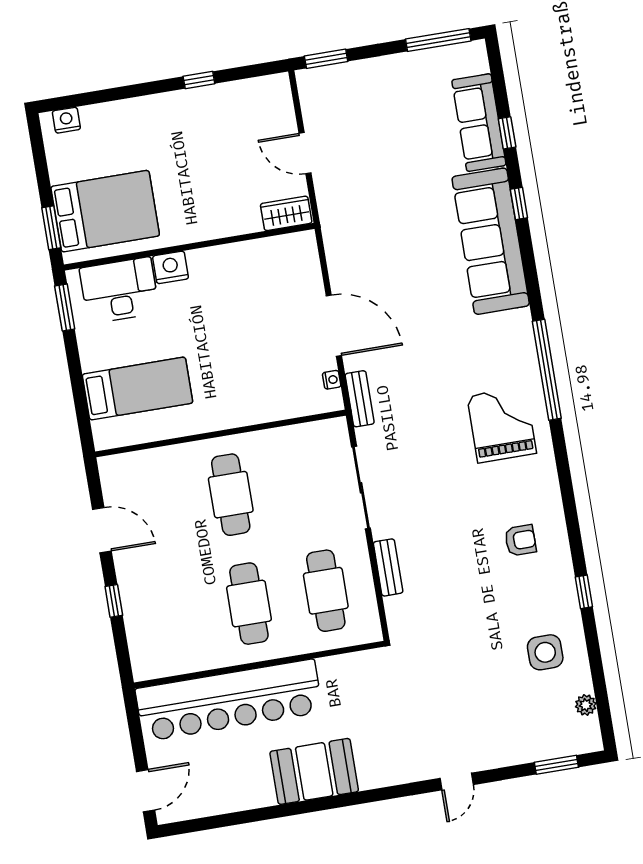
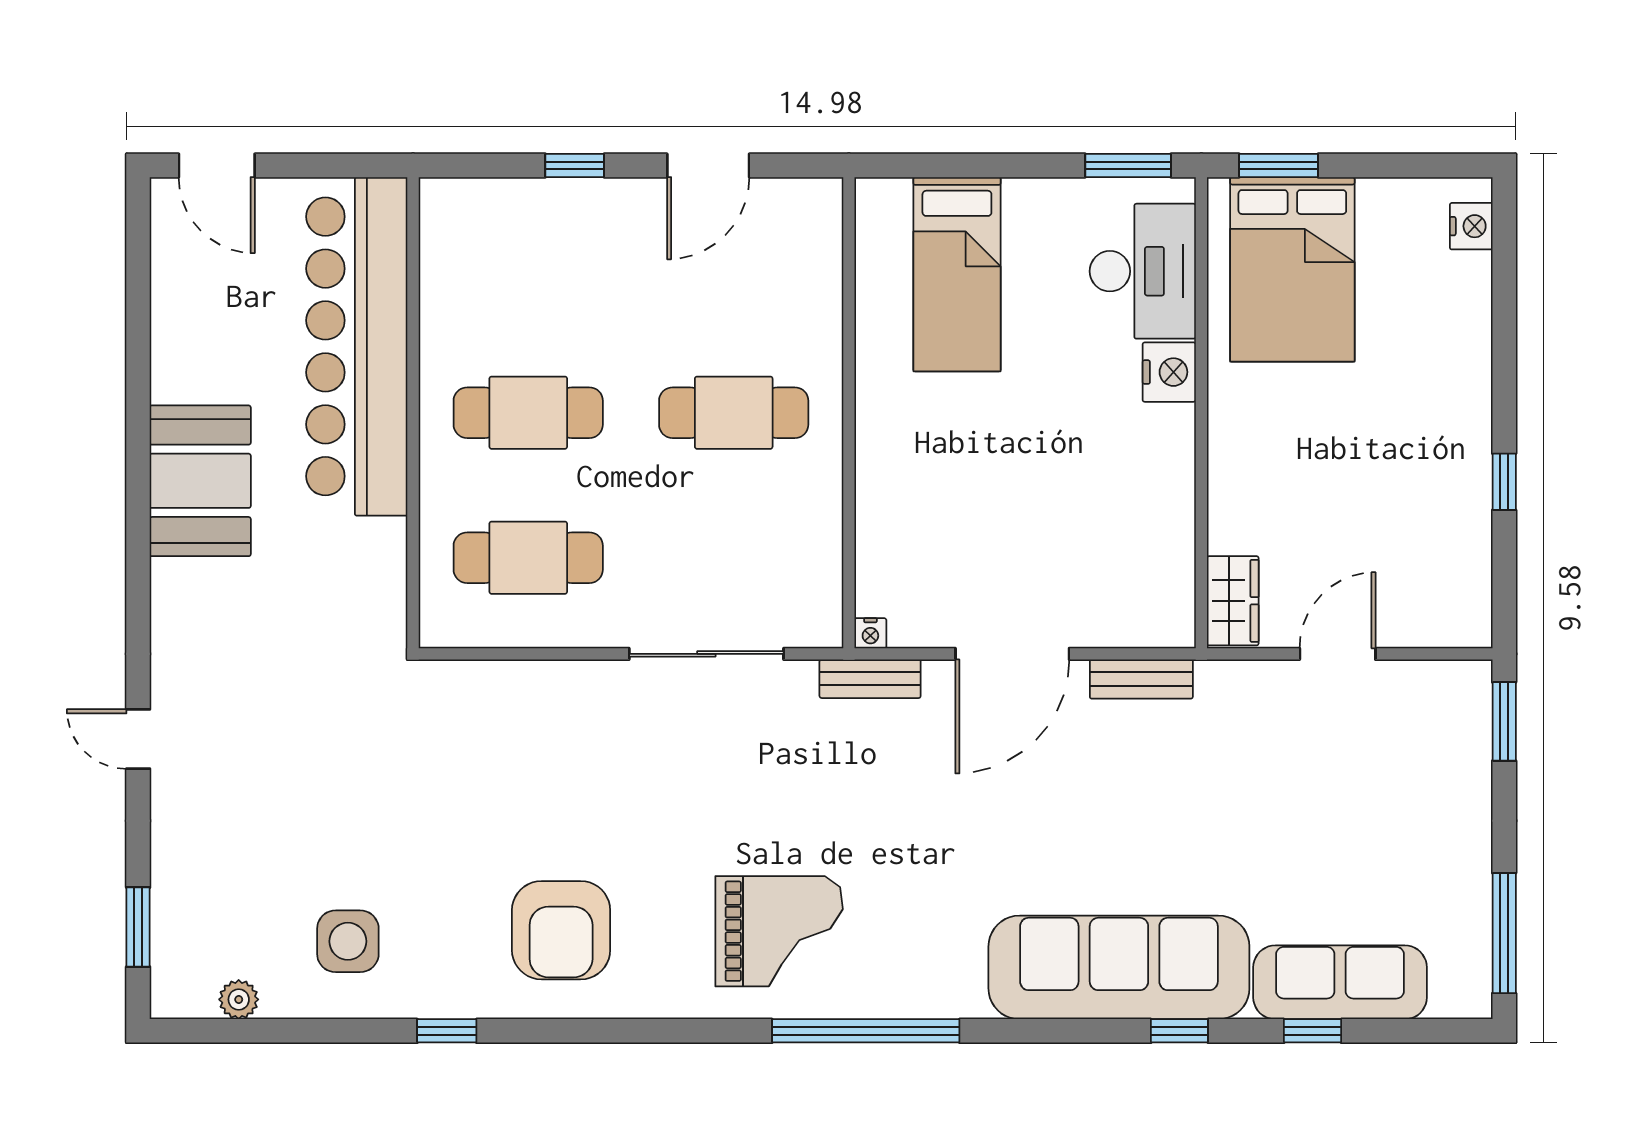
nightstand: (332, 380) -> (870, 633), moved
armchair: (520, 540) -> (561, 930), width x1.88, depth x1.88
bench: (388, 567) -> (1141, 679), moved

